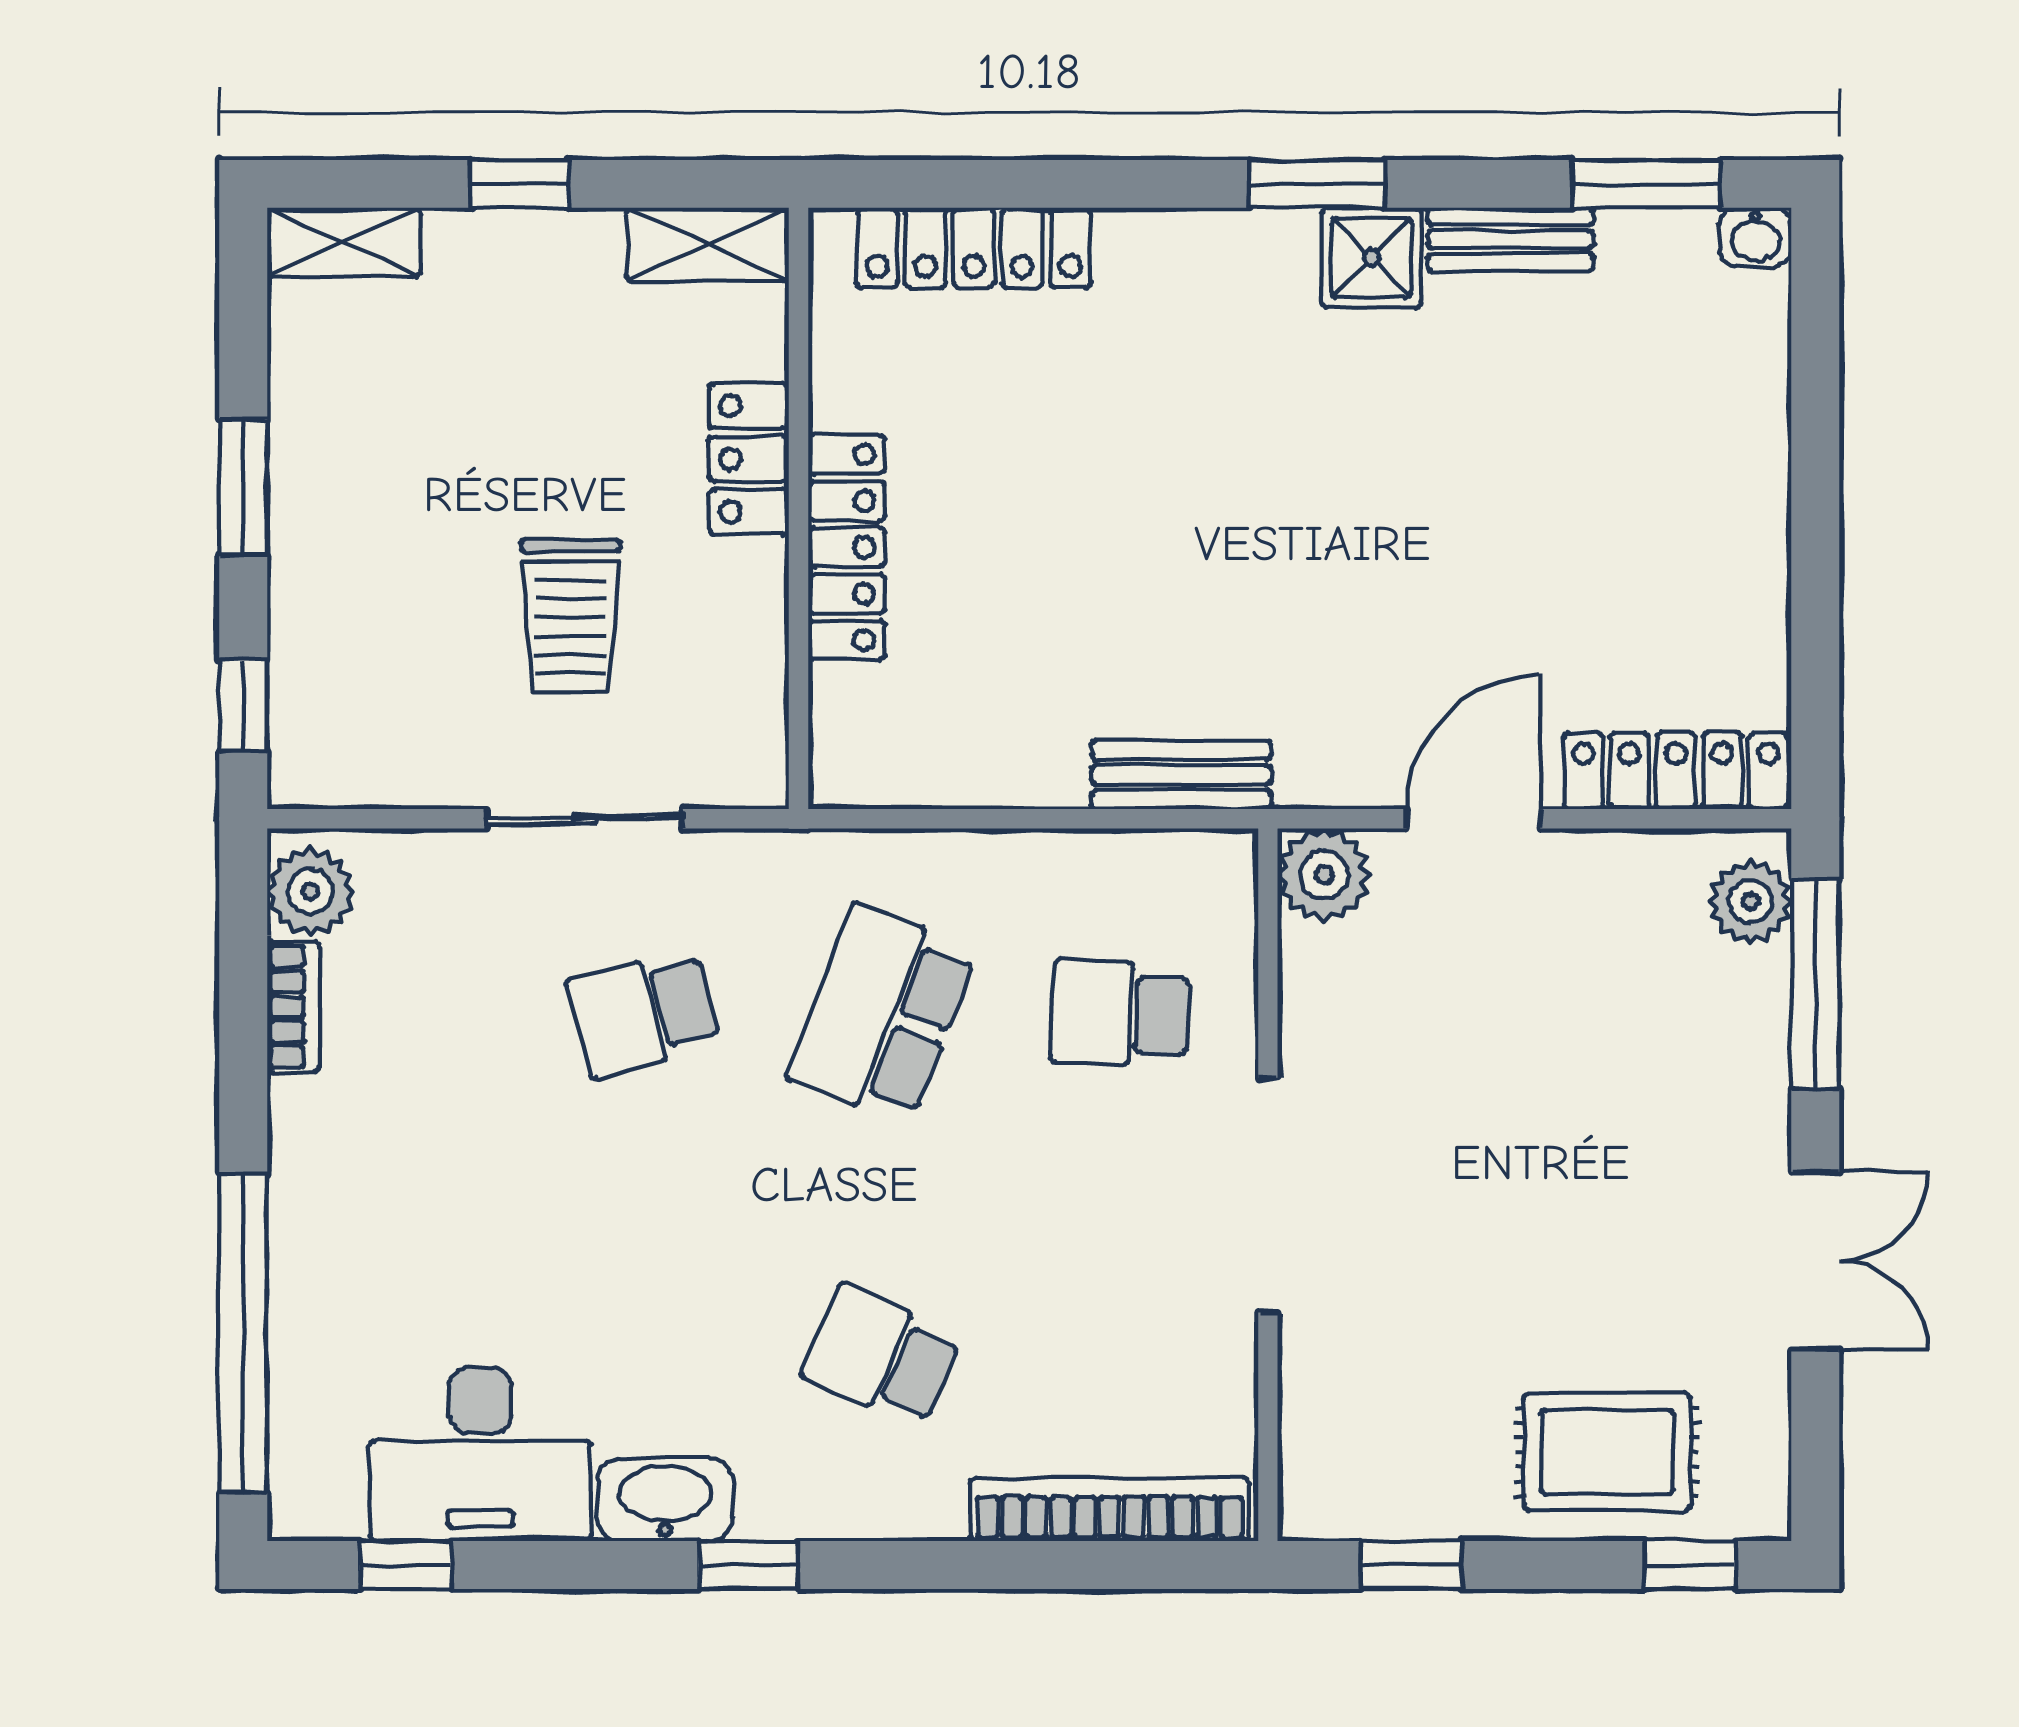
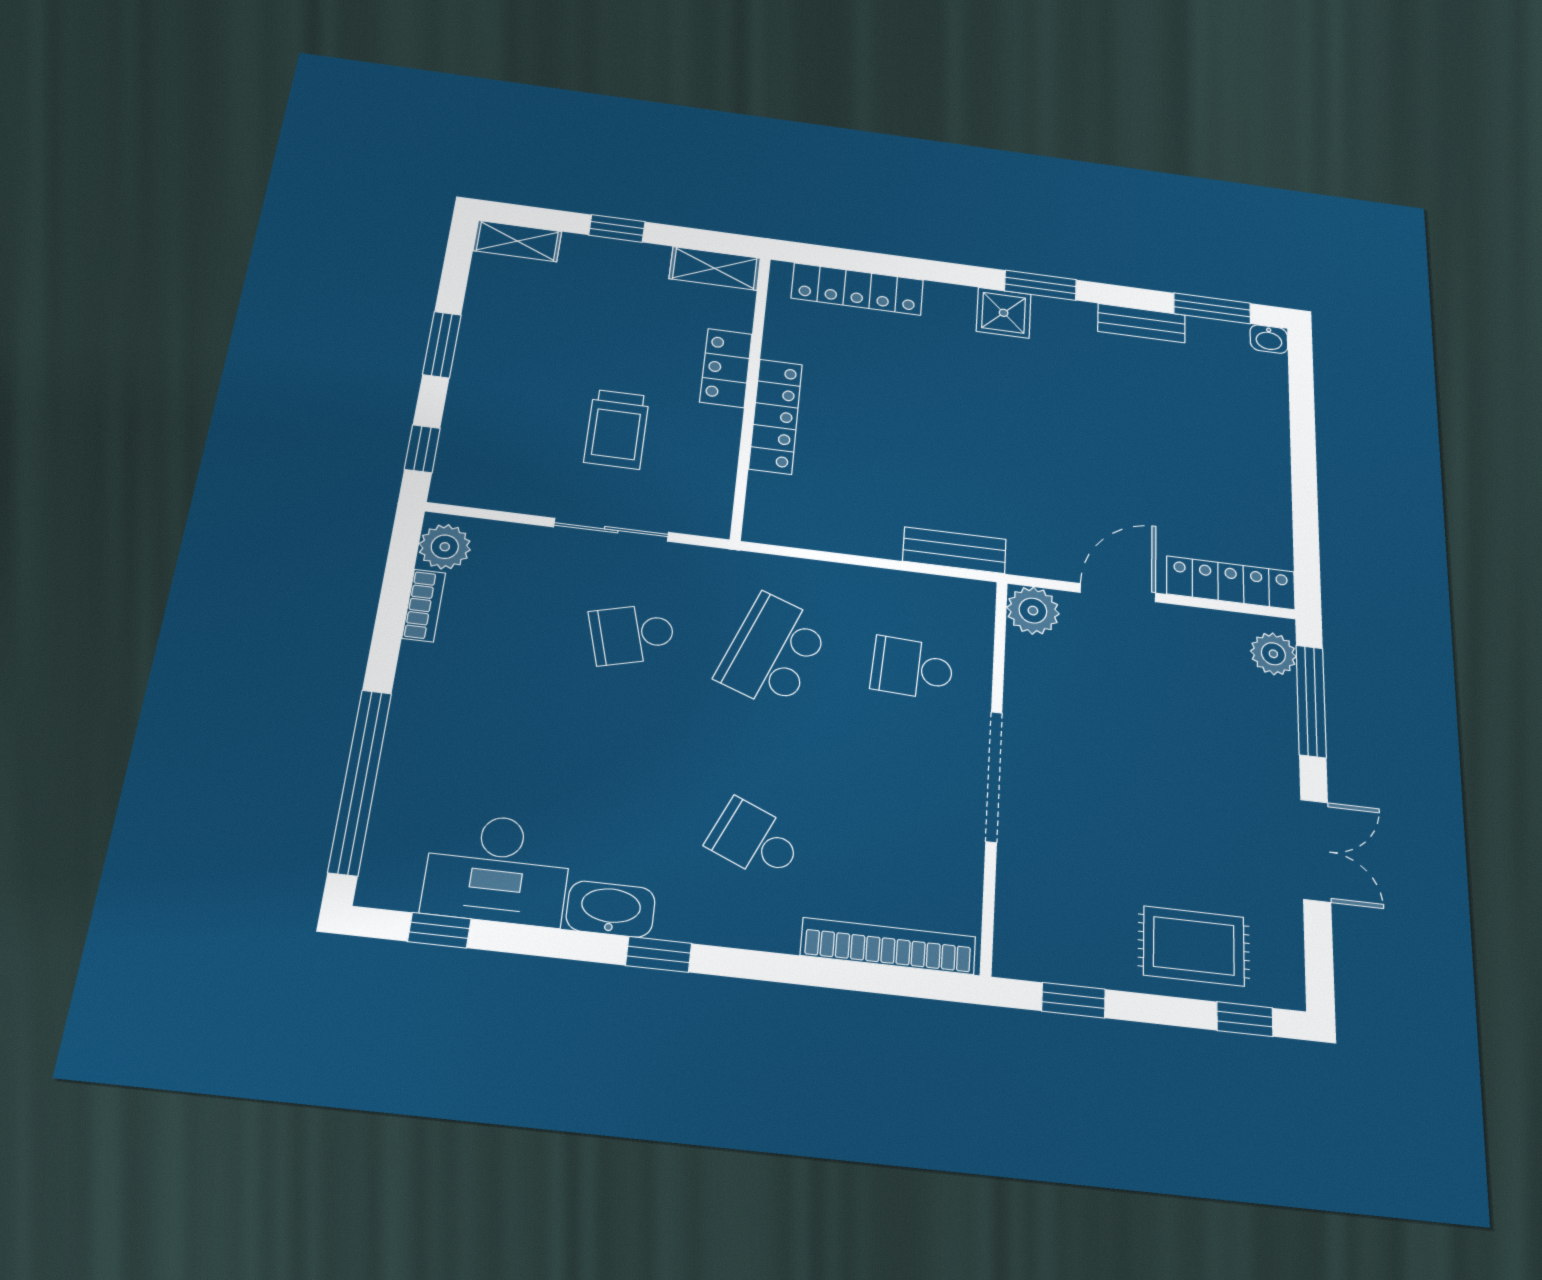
shower: (1372, 258) -> (1004, 313), moved

